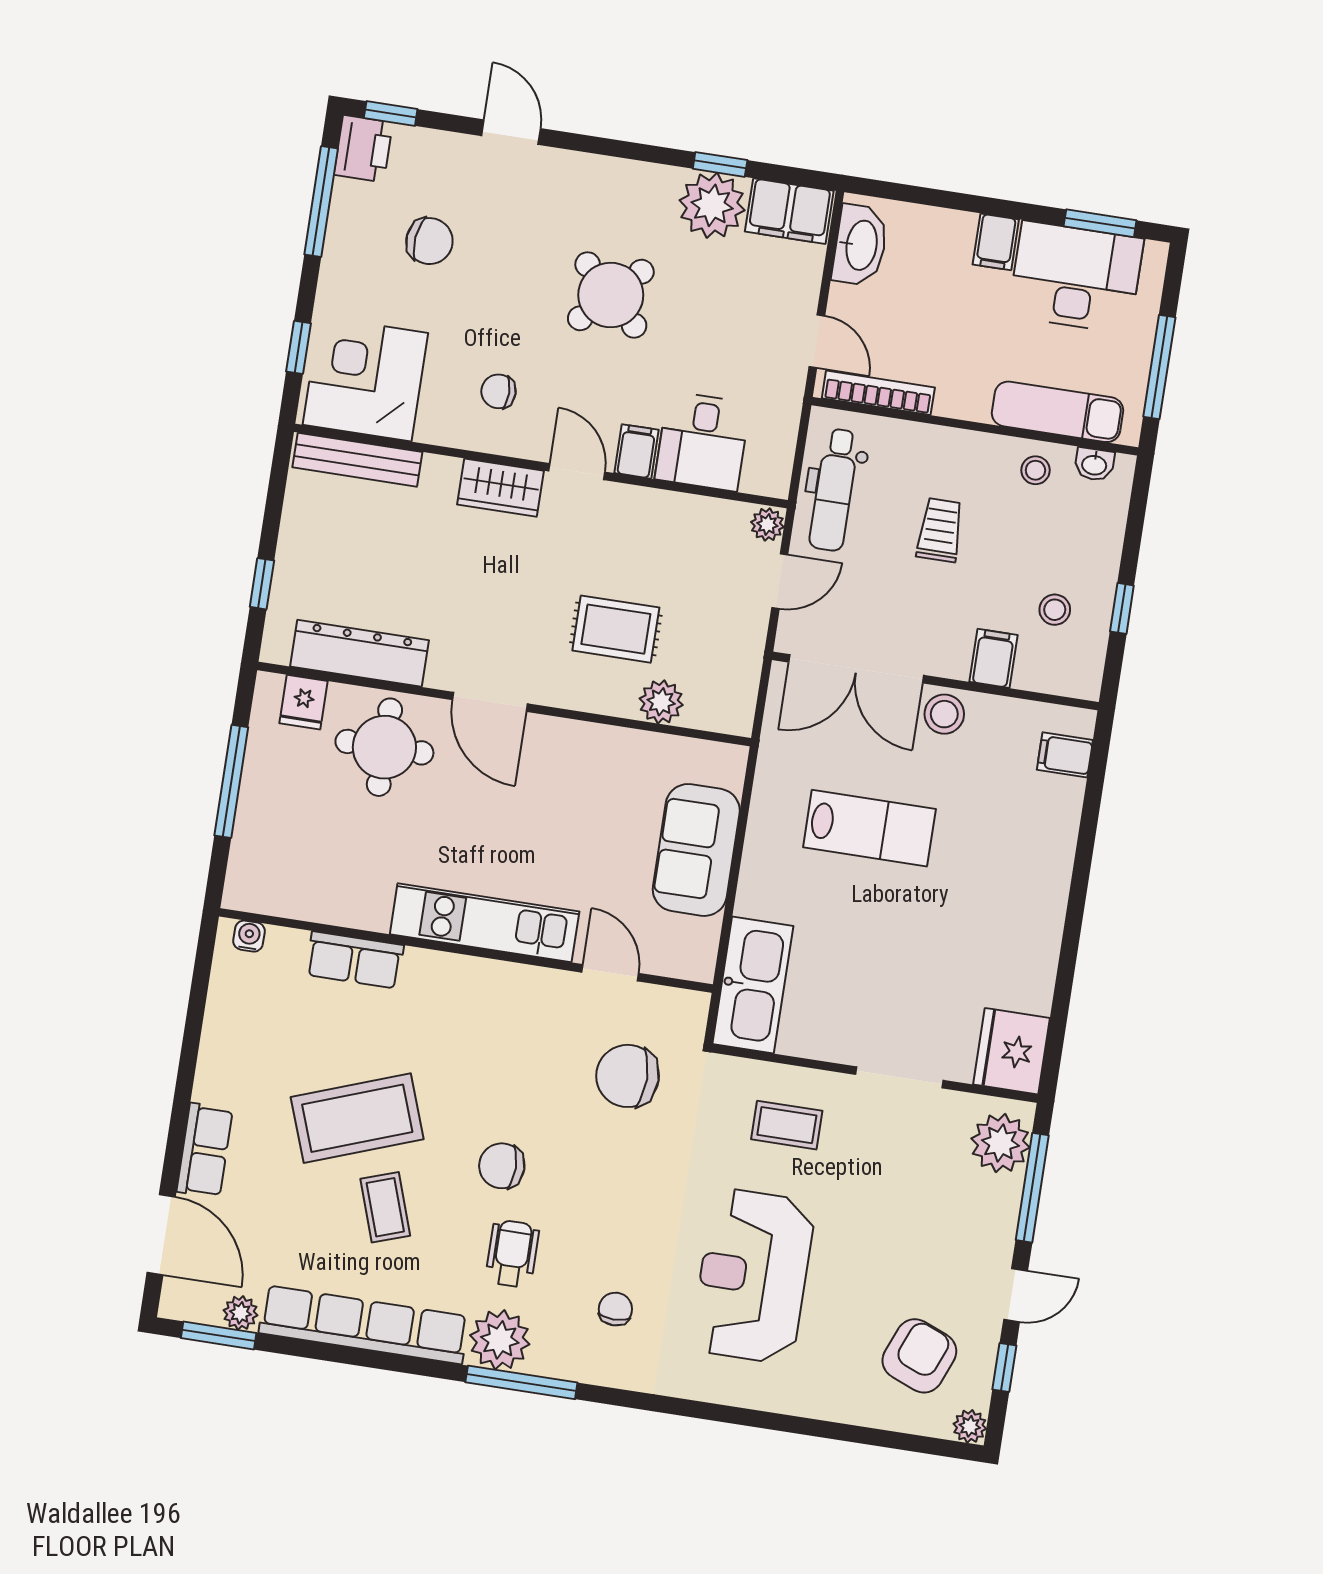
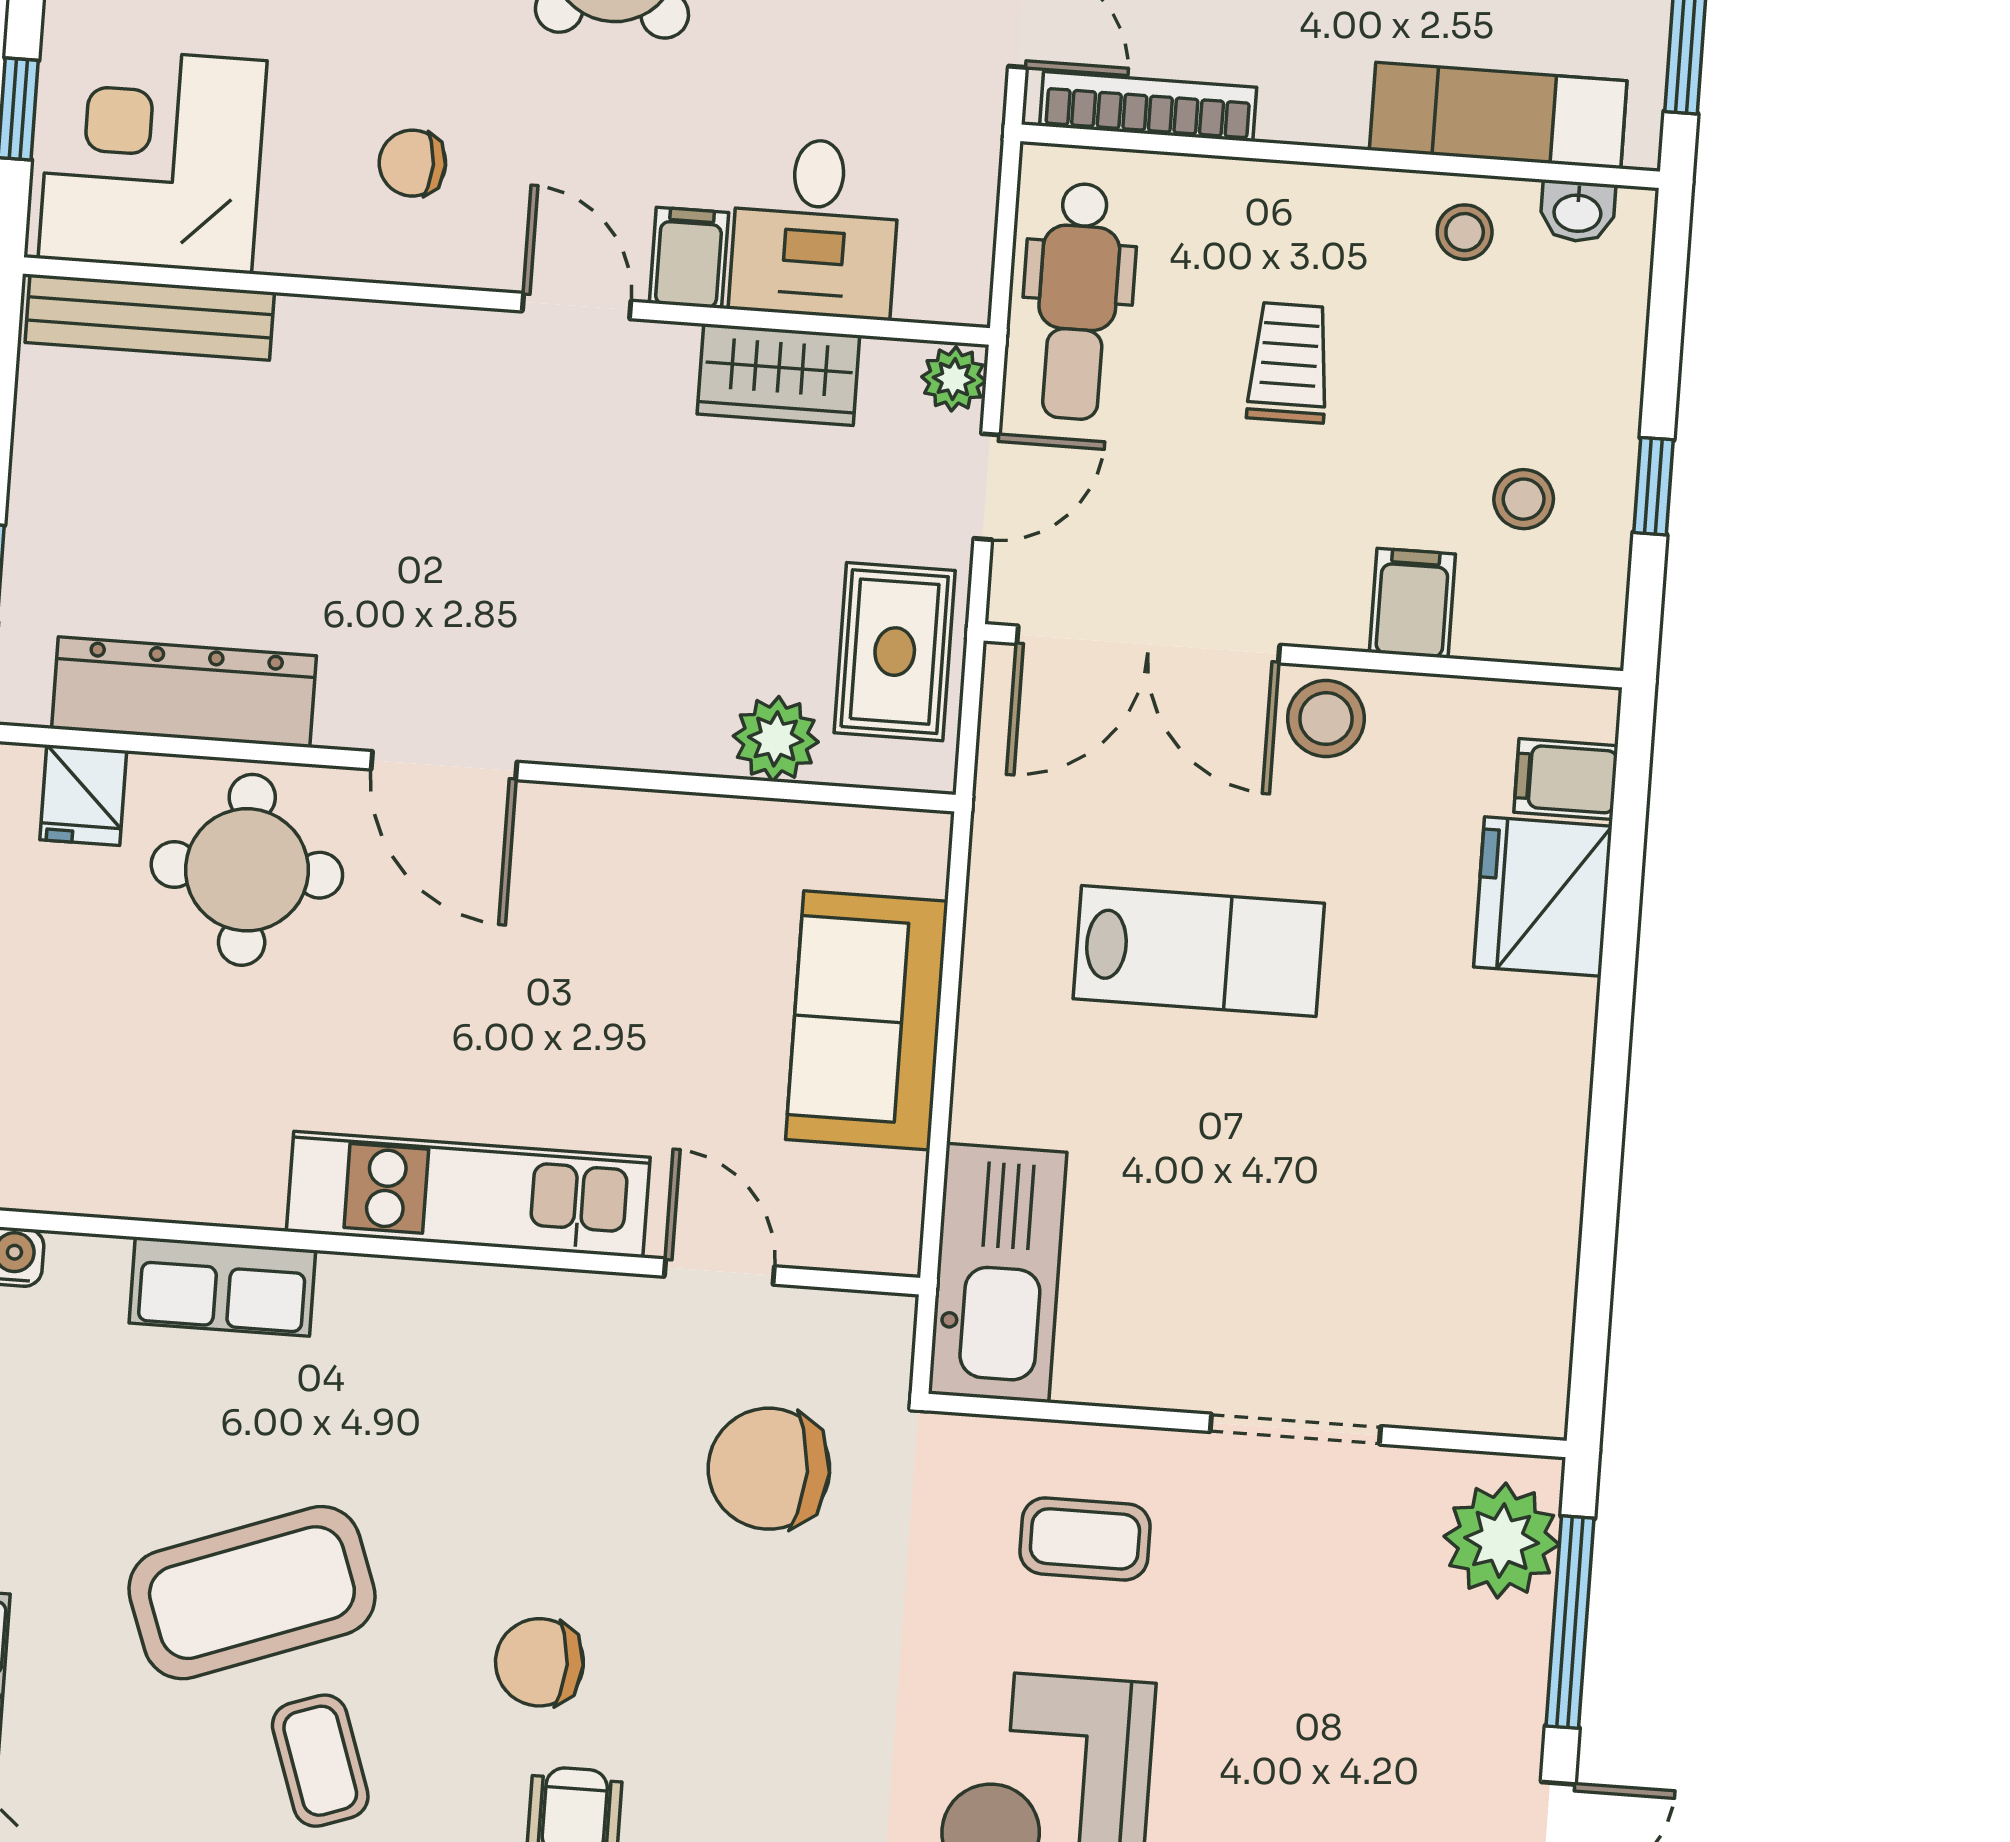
wardrobe: (500, 488) -> (778, 375), moved
rug: (616, 629) -> (895, 652), moved, turned 90
fridge: (1012, 1051) -> (1543, 897), moved

